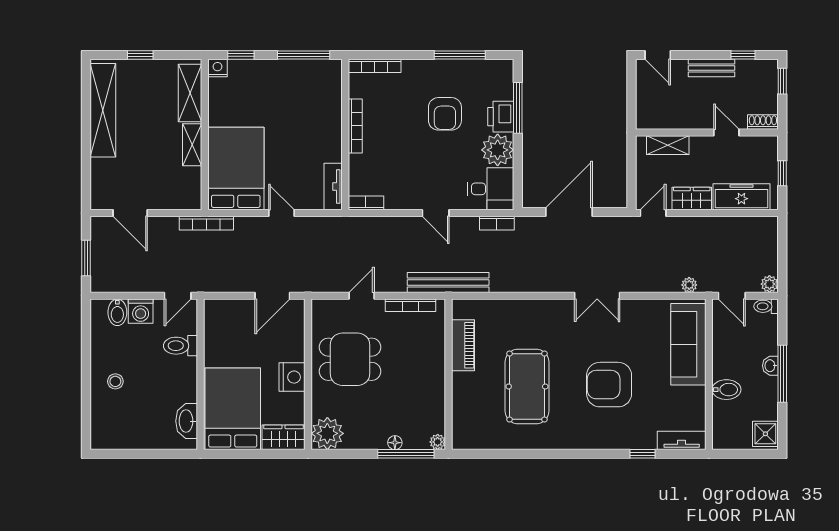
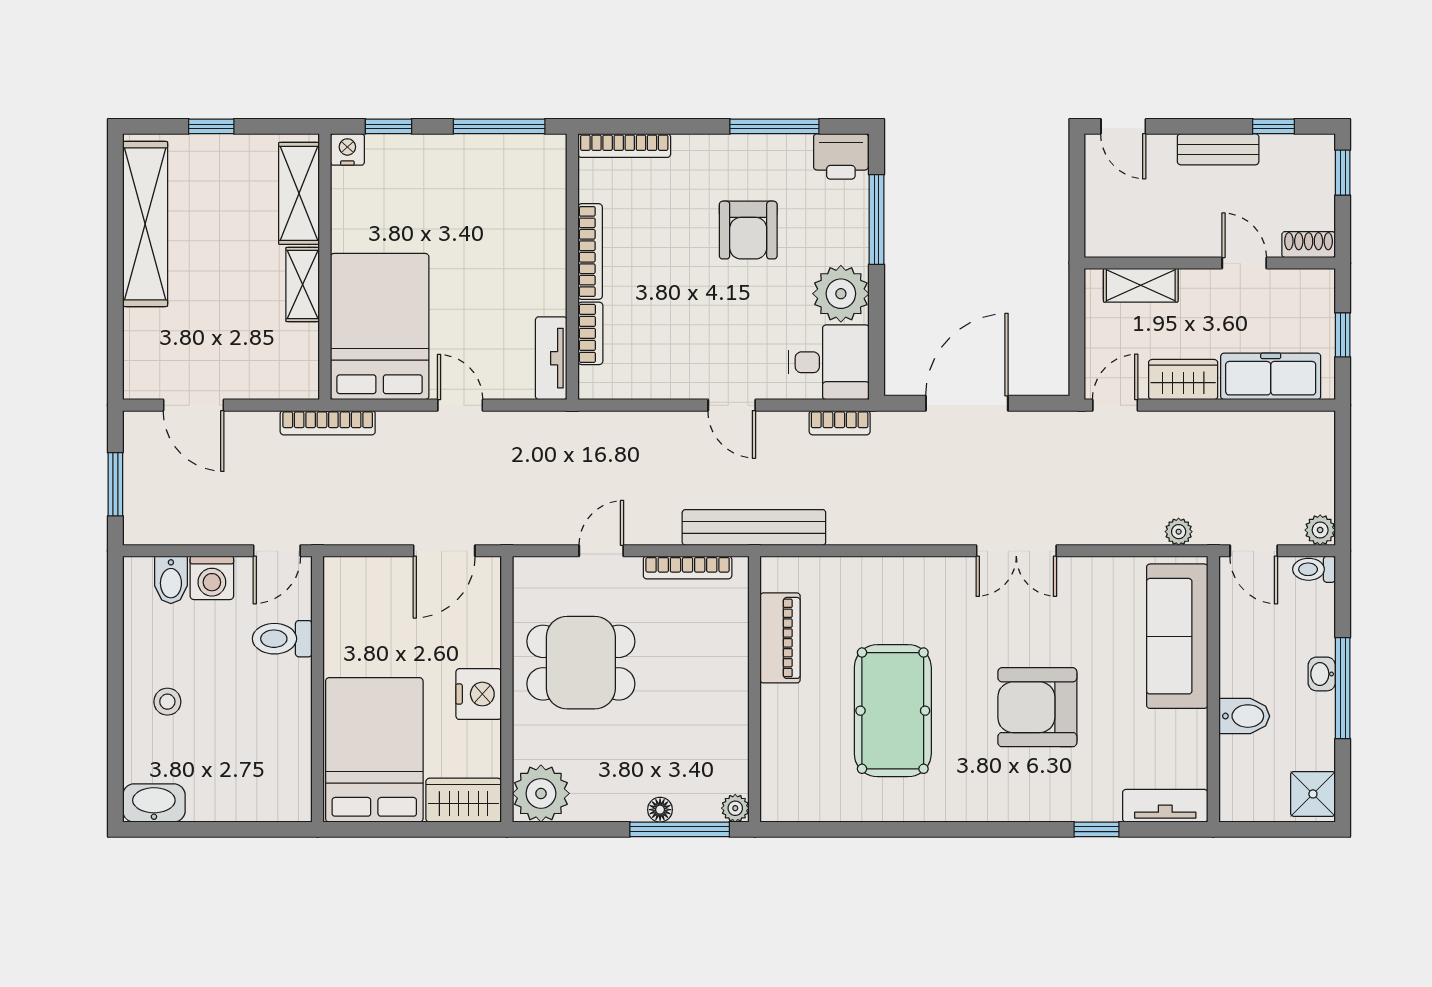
printer: (501, 117) -> (841, 156), moved, turned -90
bookcase: (366, 203) -> (590, 333), moved, turned 90
washbasin: (187, 421) -> (154, 803), moved, turned 90

